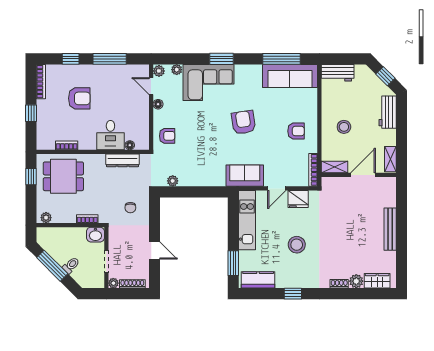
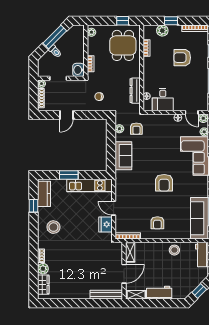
door: (151, 86) -> (192, 112), swing flipped
armchair: (79, 98) -> (182, 58), turned 90
workbench: (388, 112) -> (159, 293), moved
armchair: (244, 122) -> (164, 183), turned 99
plant: (44, 125) -> (162, 31), added
stool: (344, 127) -> (174, 250), moved
desk: (110, 135) -> (163, 100), moved, turned -90
armchair: (167, 136) -> (136, 129), moved
door: (363, 175) -> (124, 274), hinge flipped
sofa: (245, 176) -> (123, 156), moved
bench: (390, 229) -> (106, 295), moved
stool: (297, 245) -> (53, 227), moved
window: (233, 263) -> (69, 175), moved
window: (293, 294) -> (34, 206), moved

